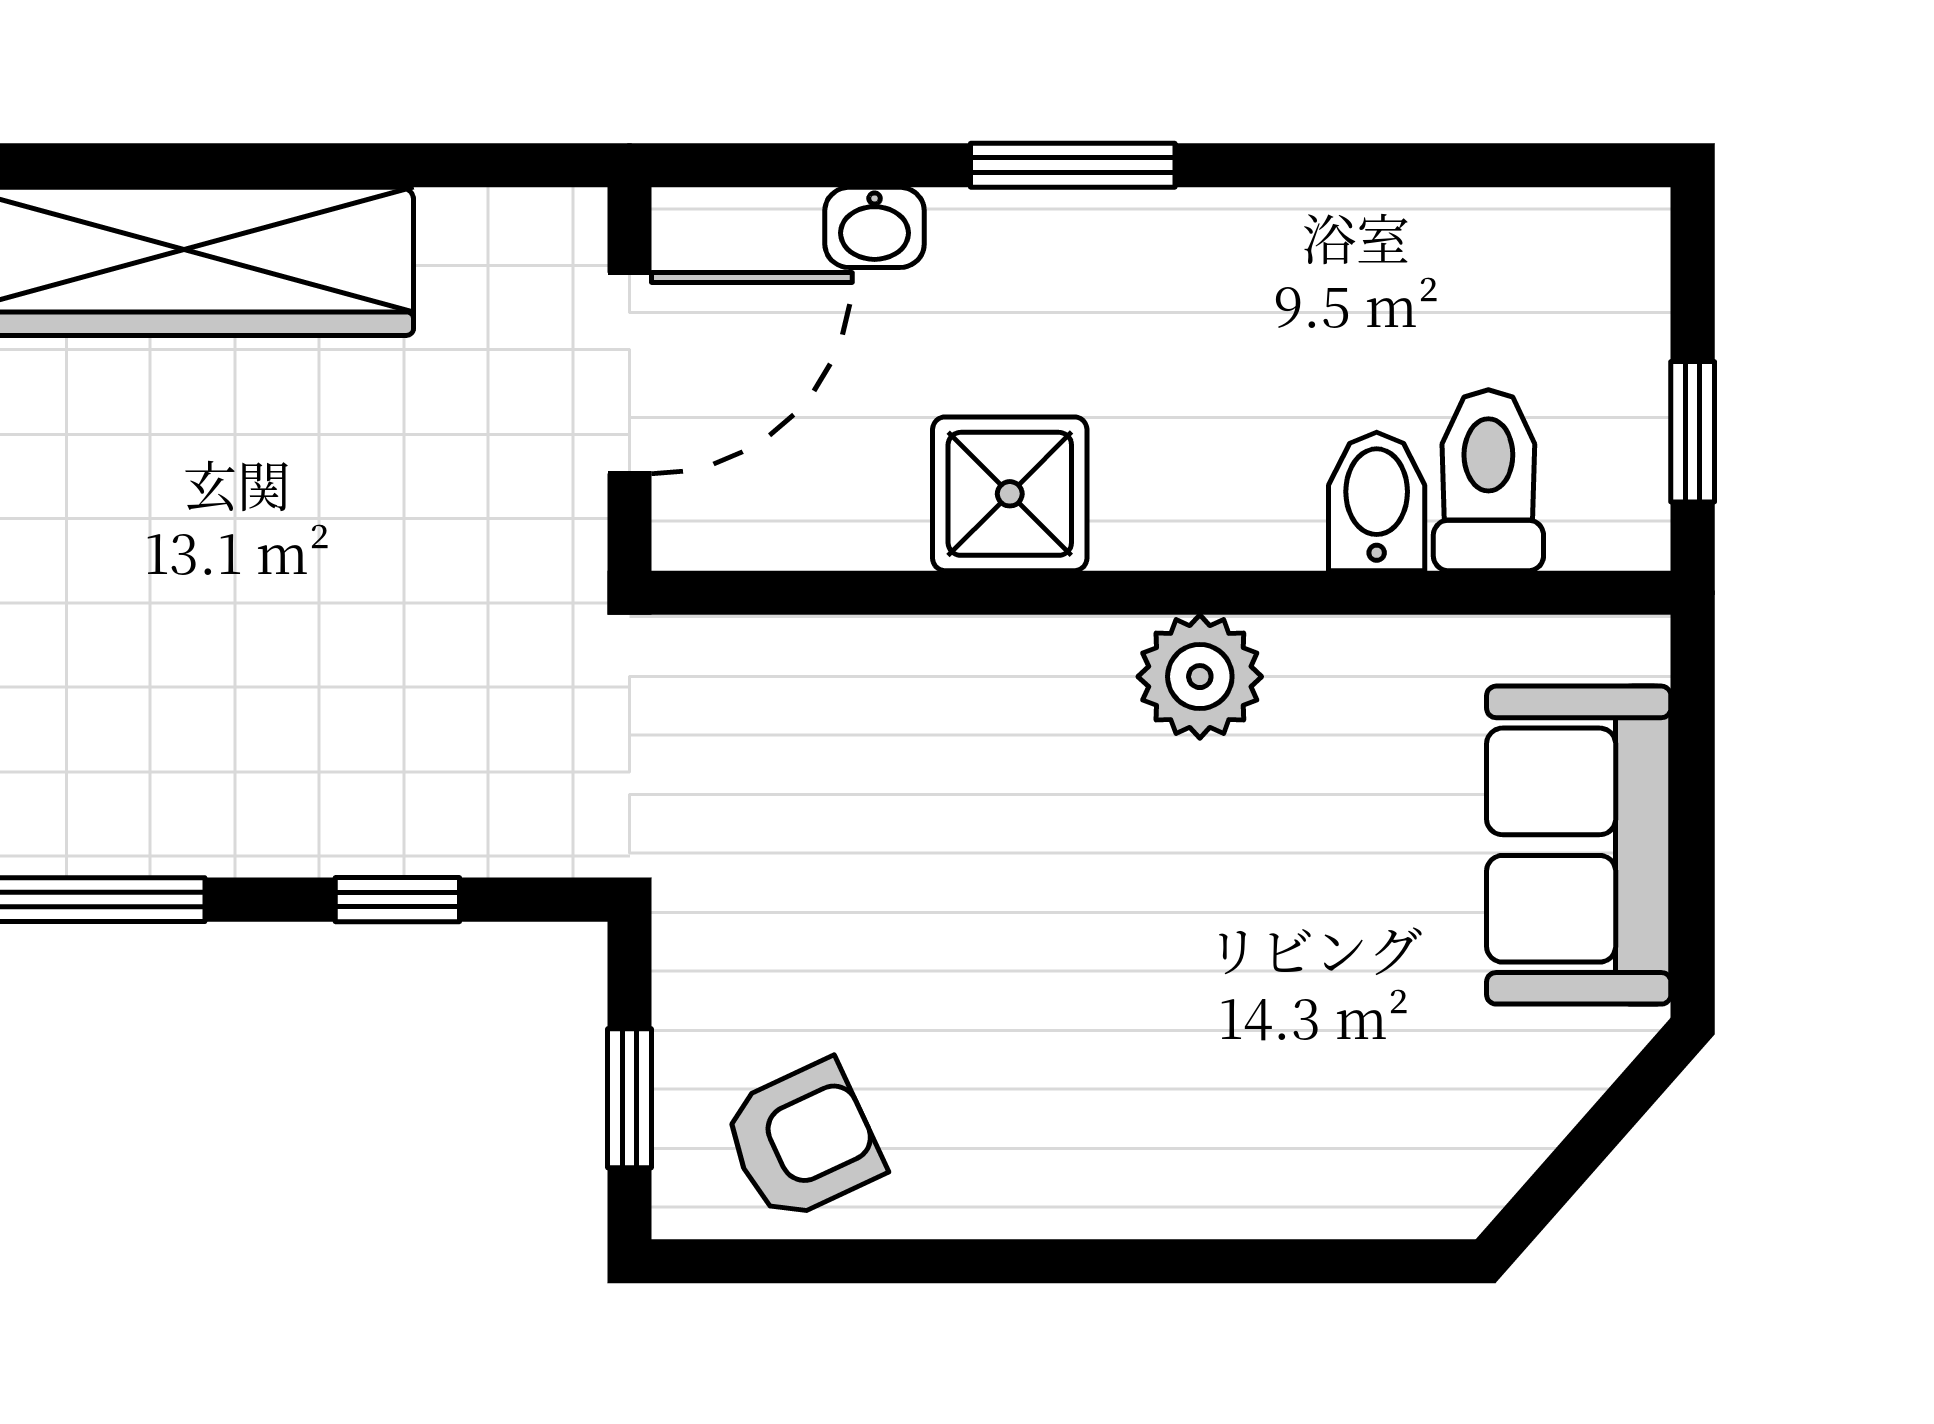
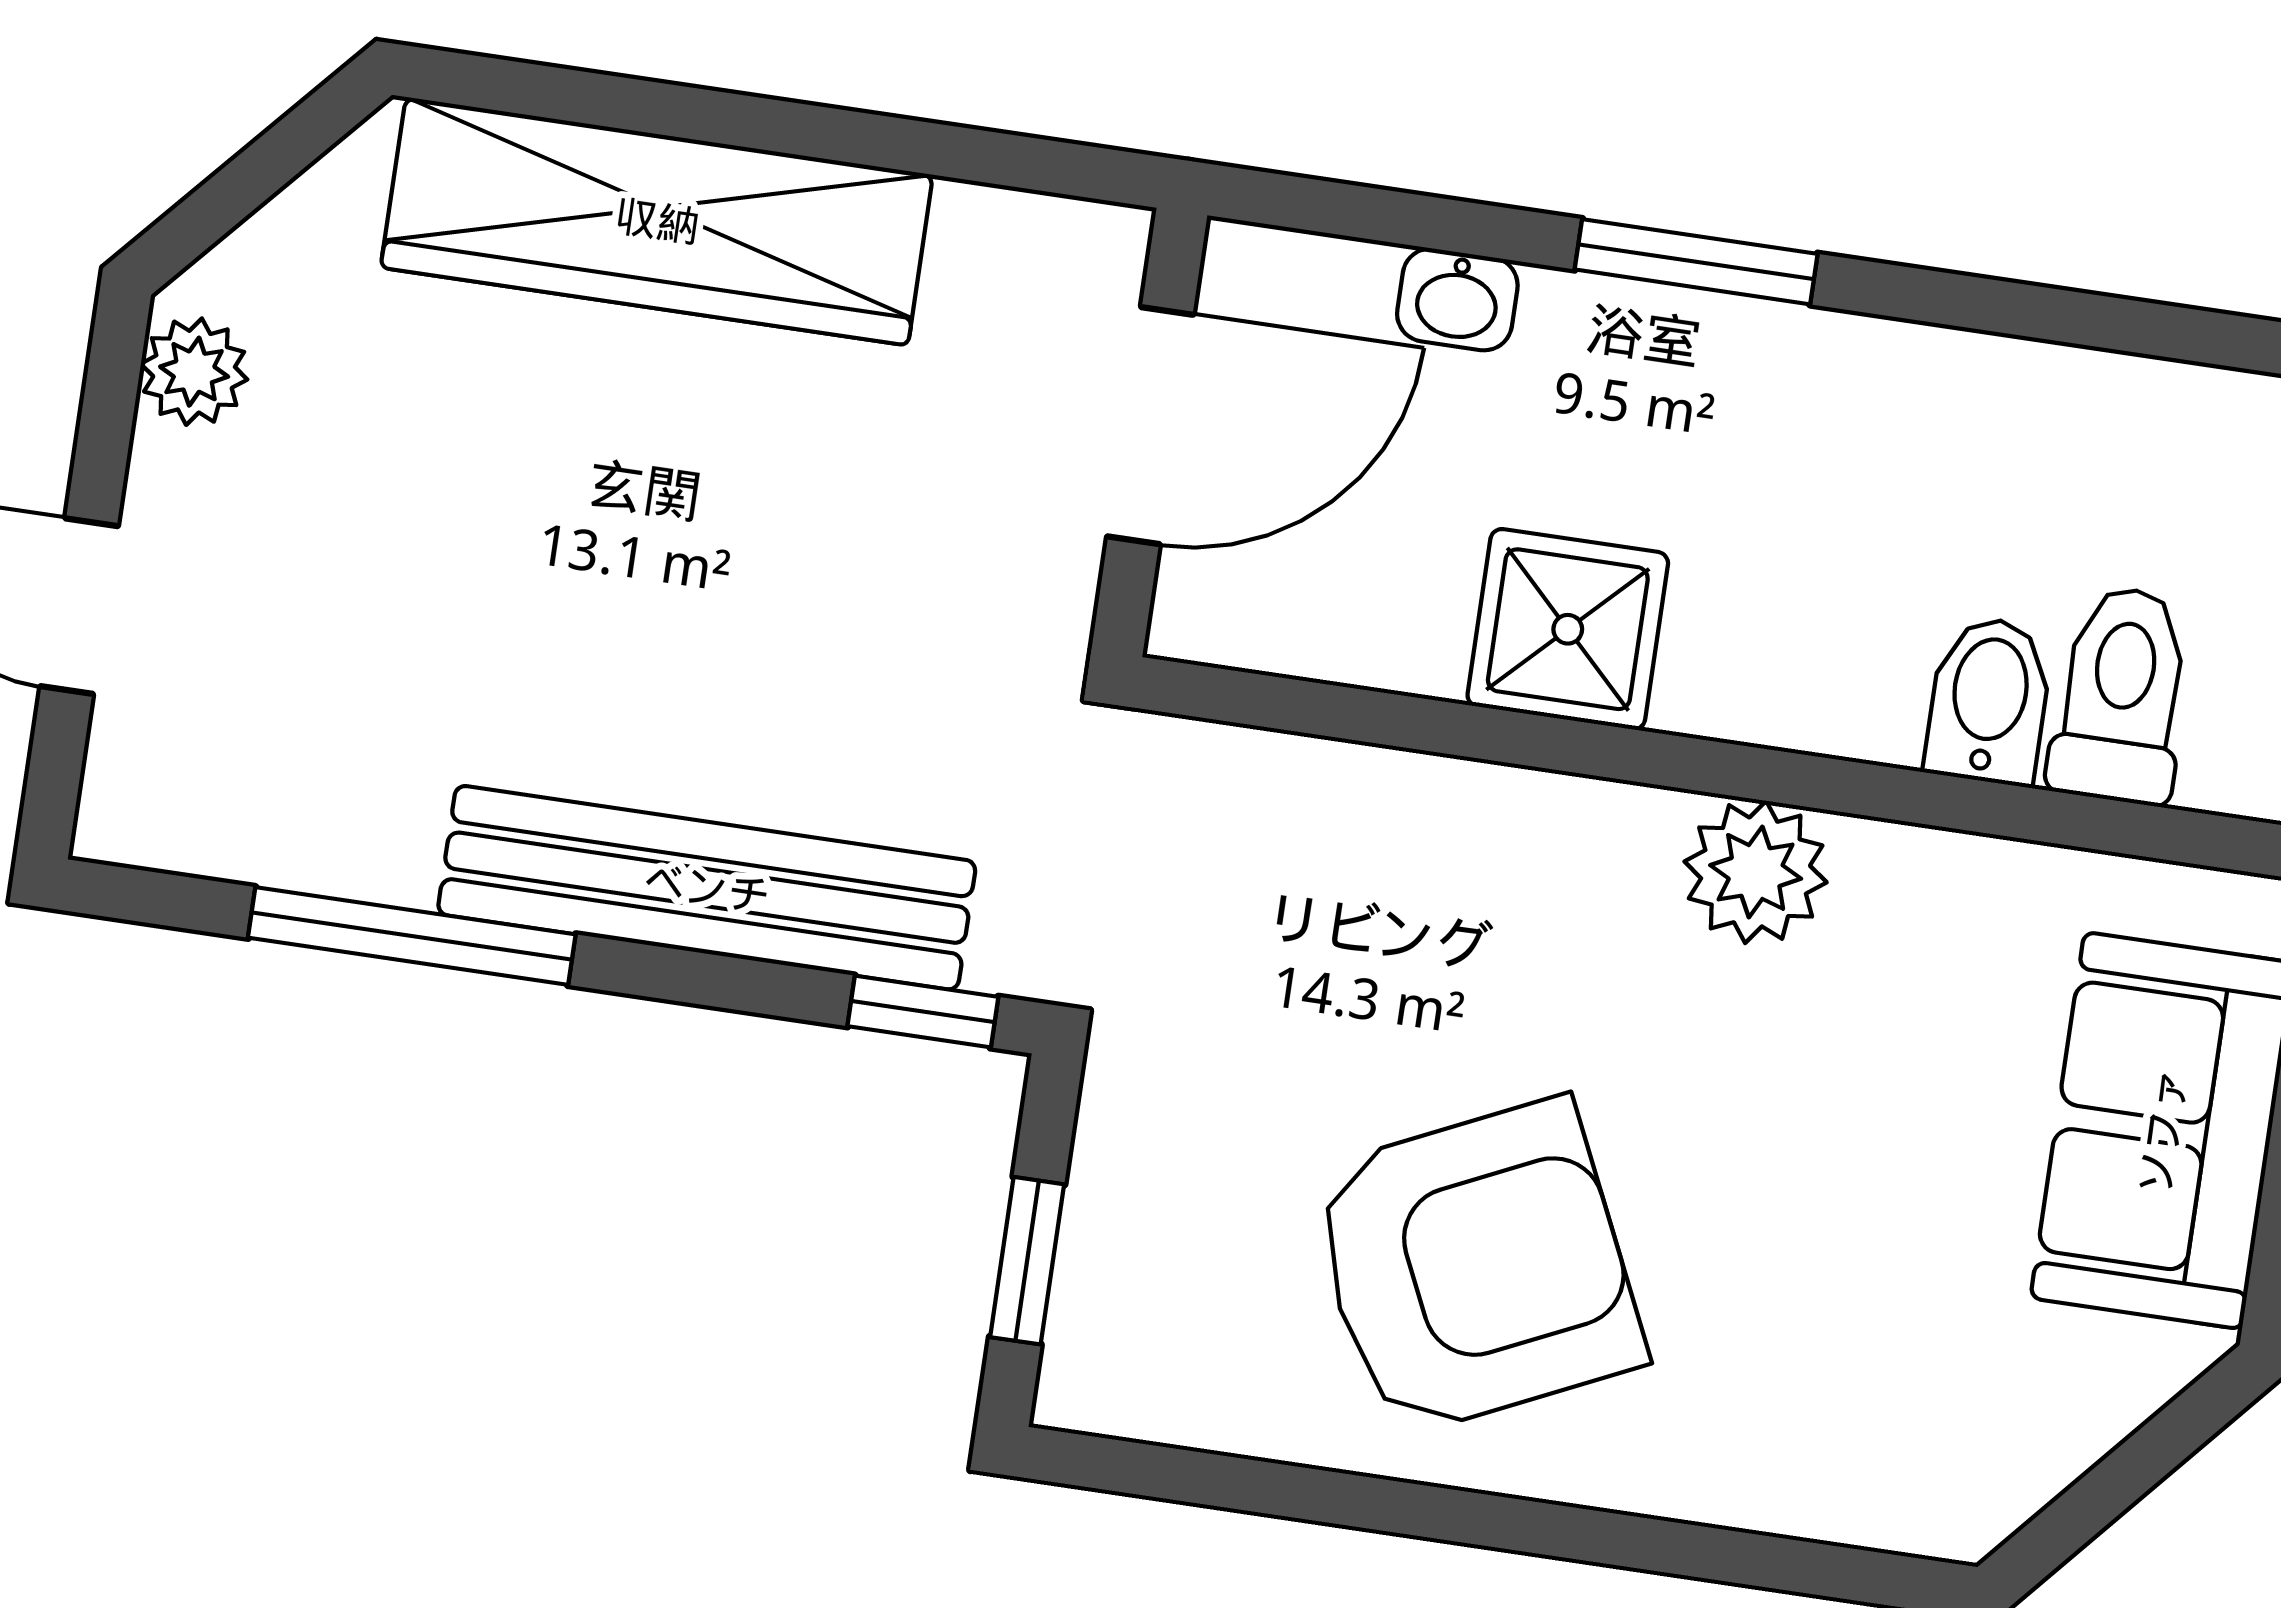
bench: (311, 821) -> (707, 888), added
window: (397, 900) -> (923, 1012), moved
armchair: (803, 1141) -> (1476, 1268), moved, width x1.88, depth x1.88

